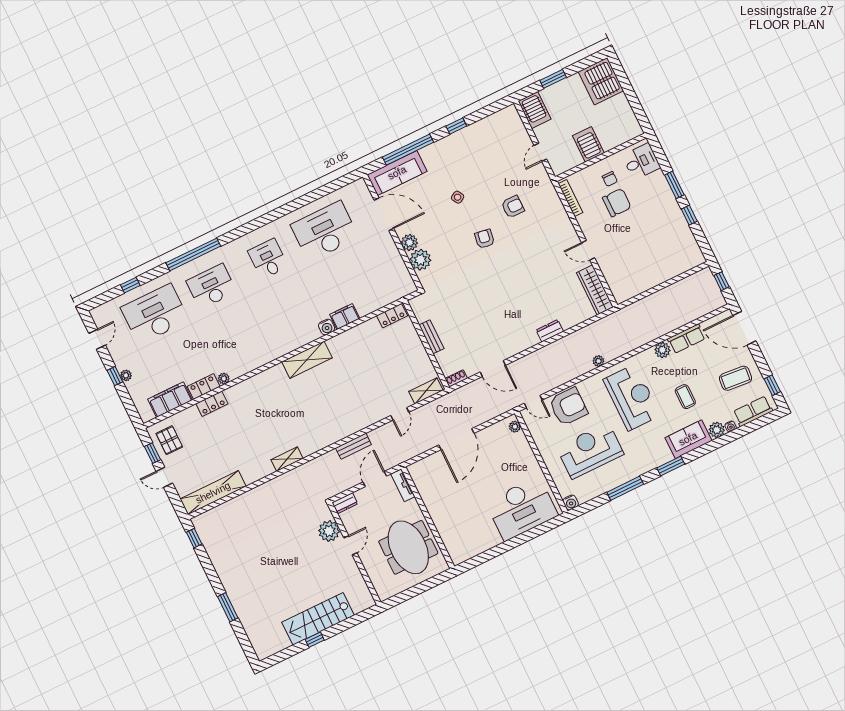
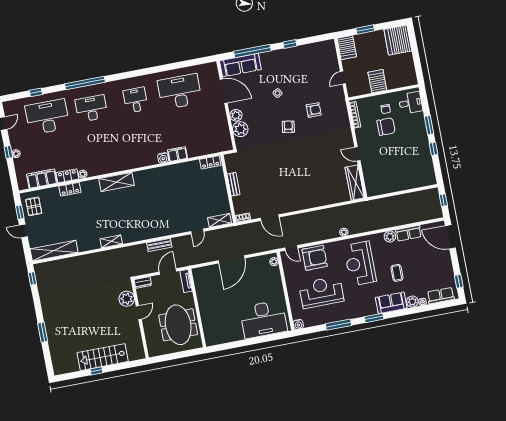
dresser: (550, 331) -> (316, 202), removed
shelving: (307, 360) -> (117, 182), moved
coffee table: (736, 378) -> (435, 270), removed
reception desk: (632, 397) -> (360, 263), turned 180

